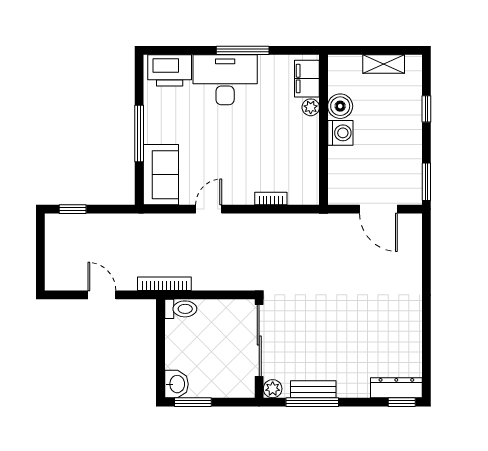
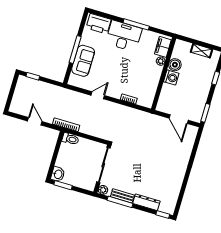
sofa: (161, 175) -> (83, 61), moved
dresser: (396, 388) -> (146, 202), moved

